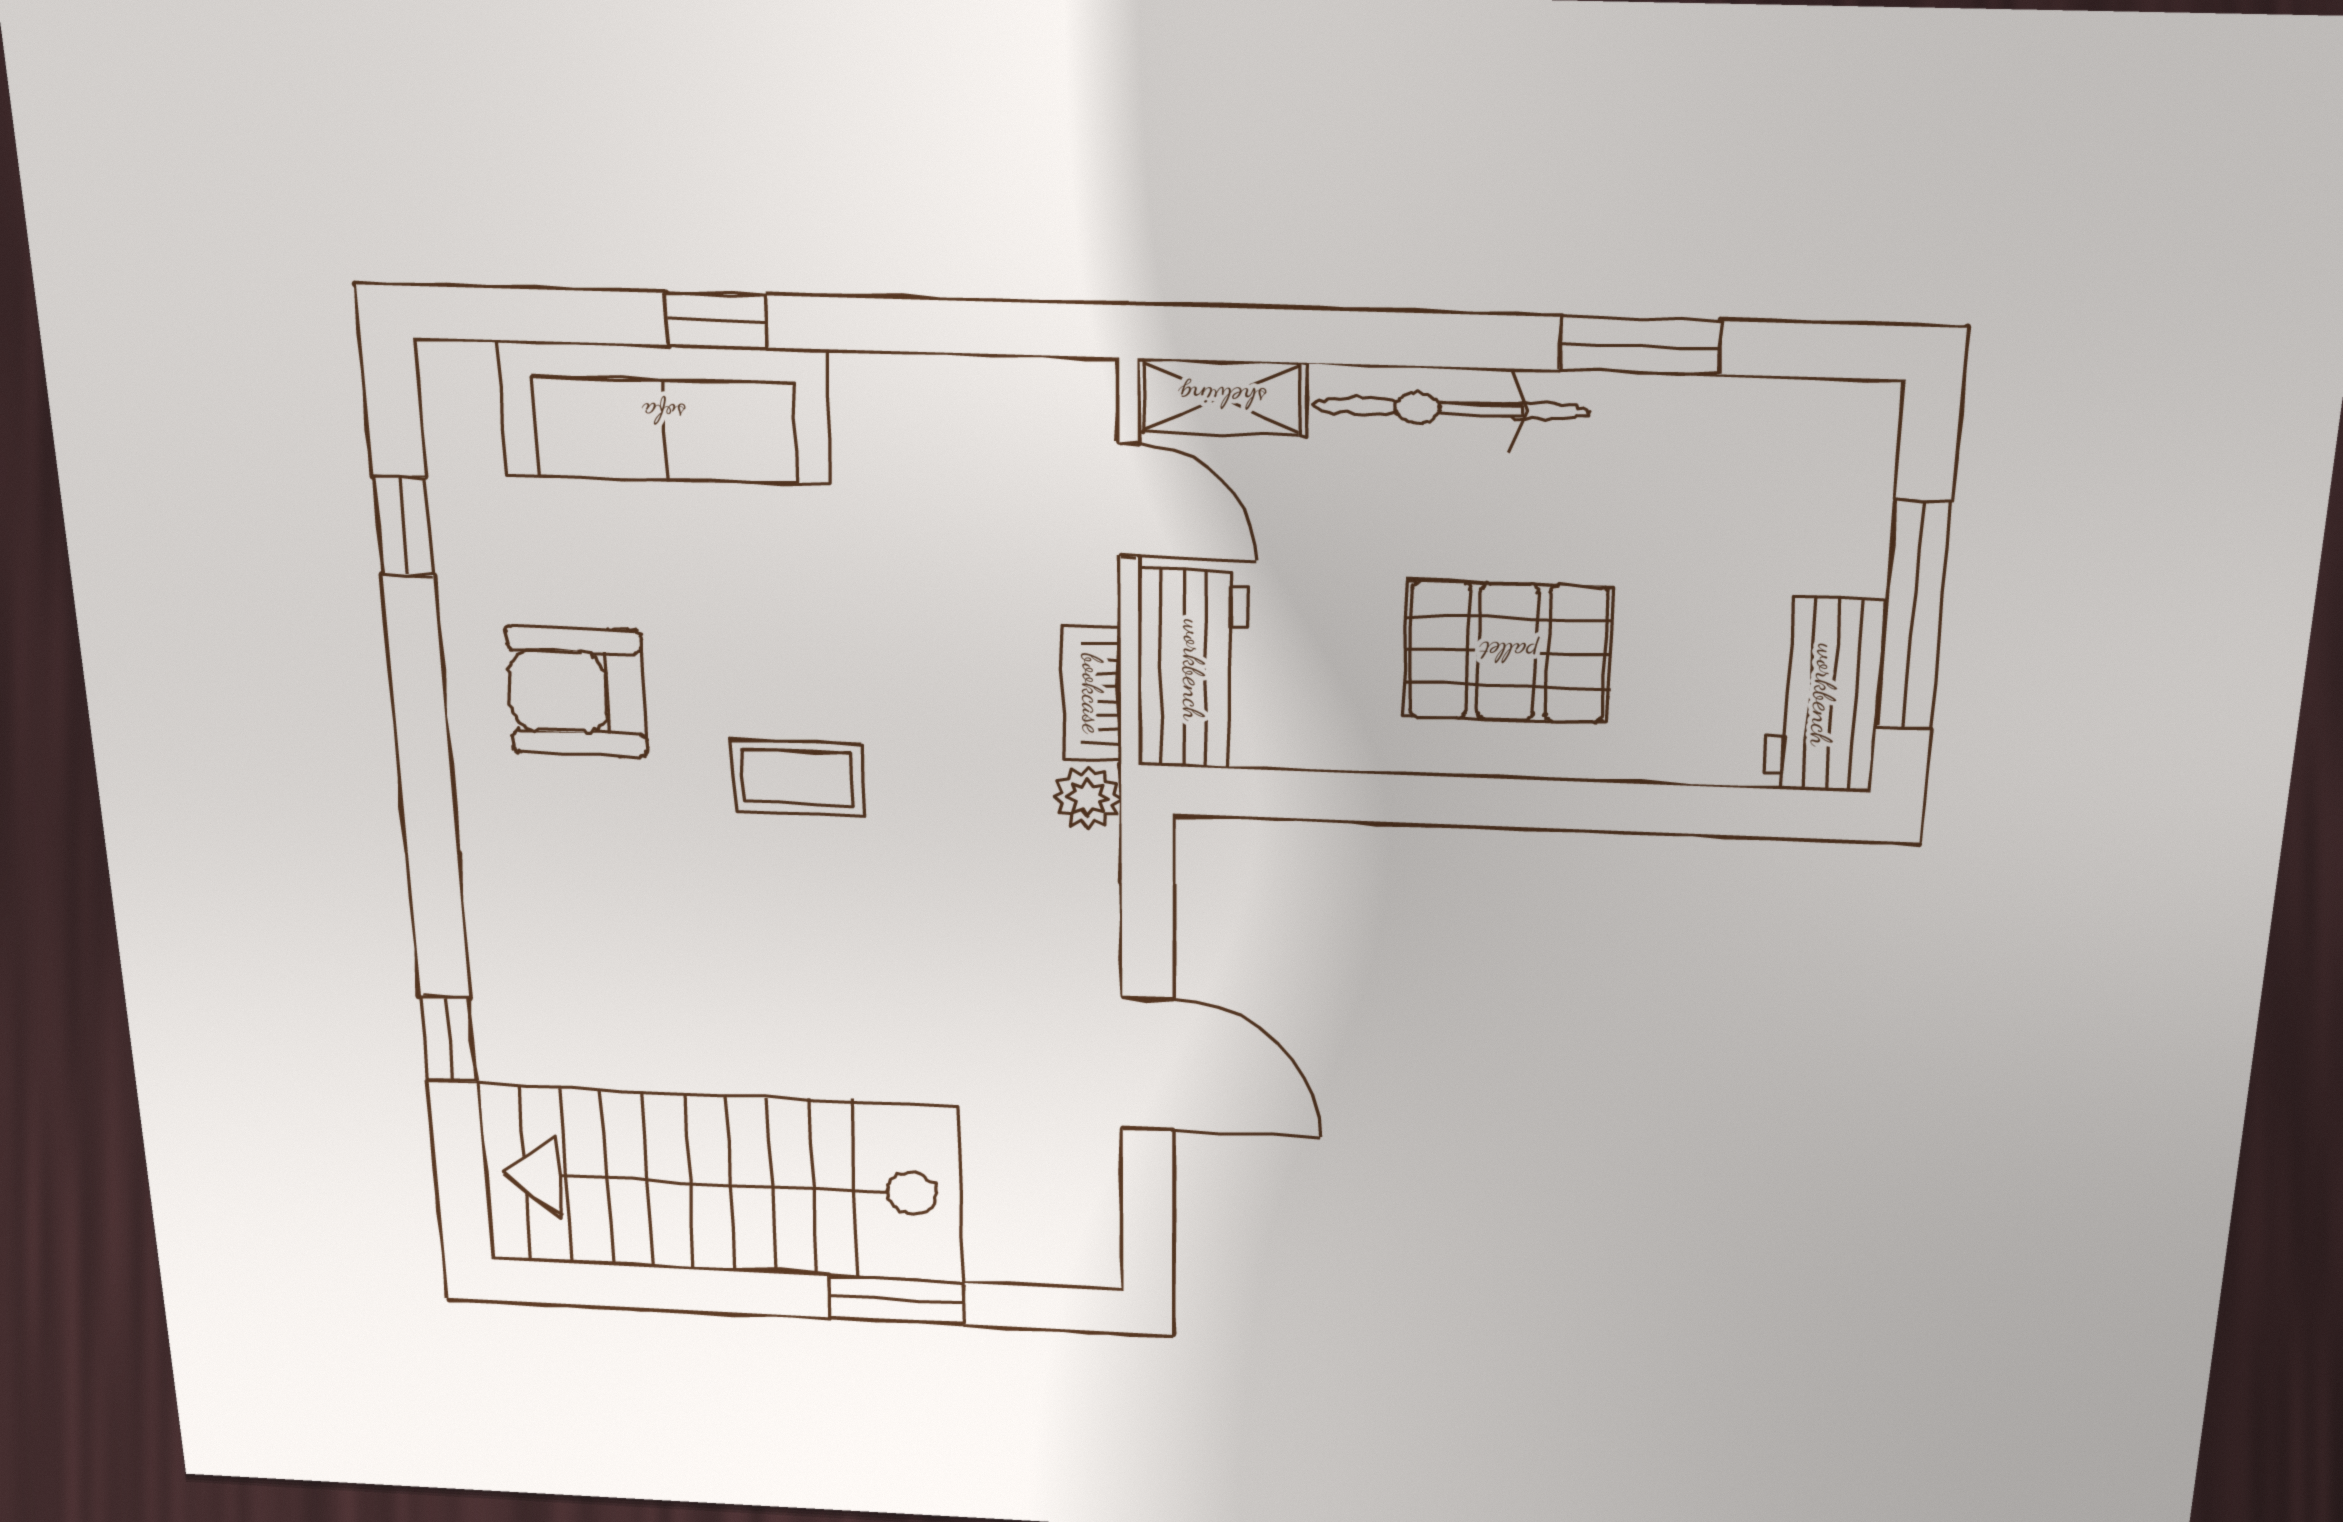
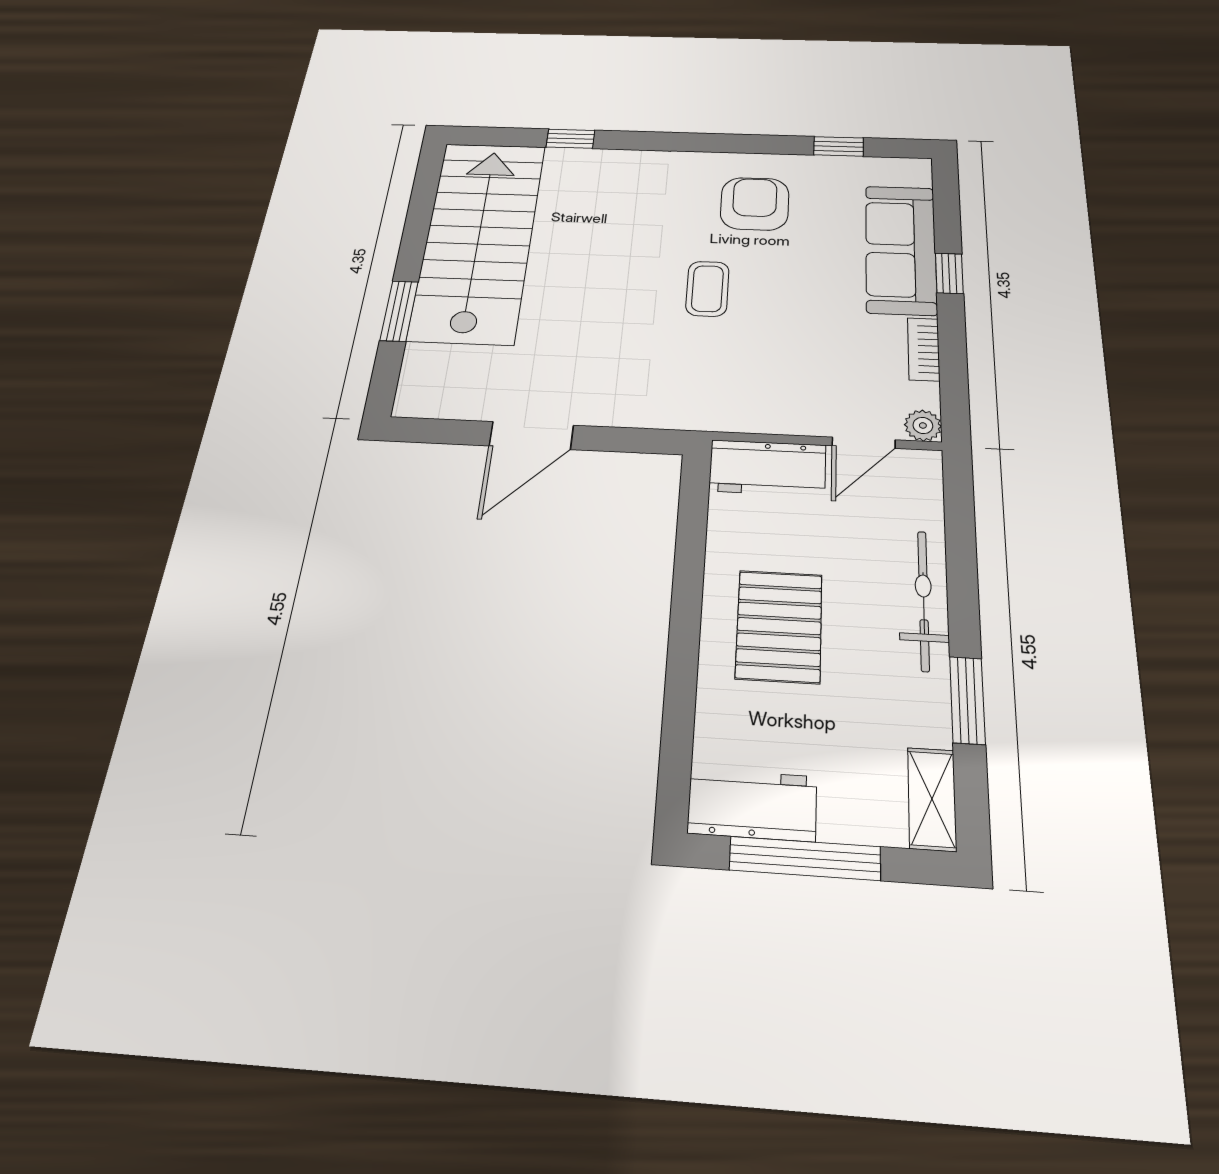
shelving: (1222, 397) -> (932, 799), moved
bookcase: (1092, 694) -> (924, 349), moved, turned -90
plant: (1088, 798) -> (923, 425), moved

